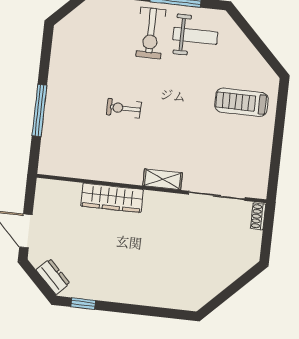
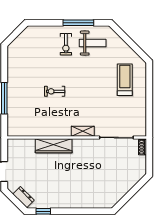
exercise bike: (151, 33) -> (66, 44), width x0.73, depth x0.72
treadmill: (241, 102) -> (125, 80), turned 90

